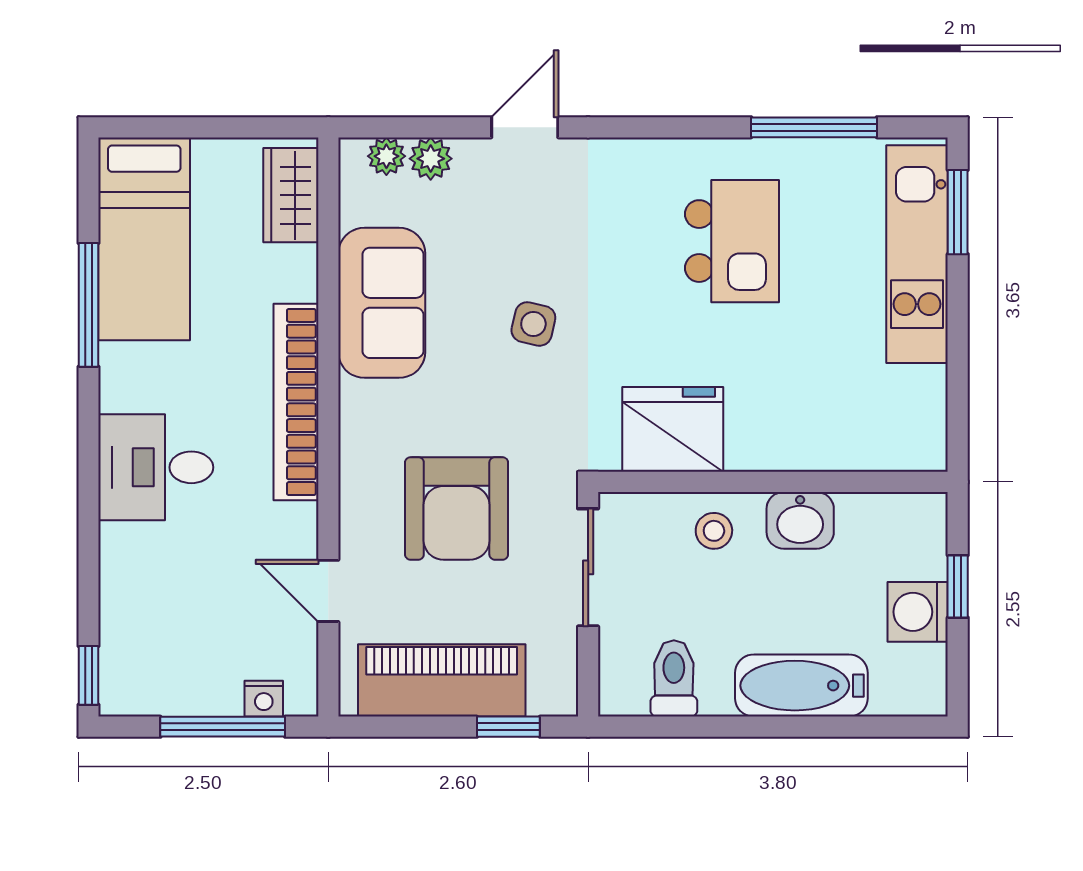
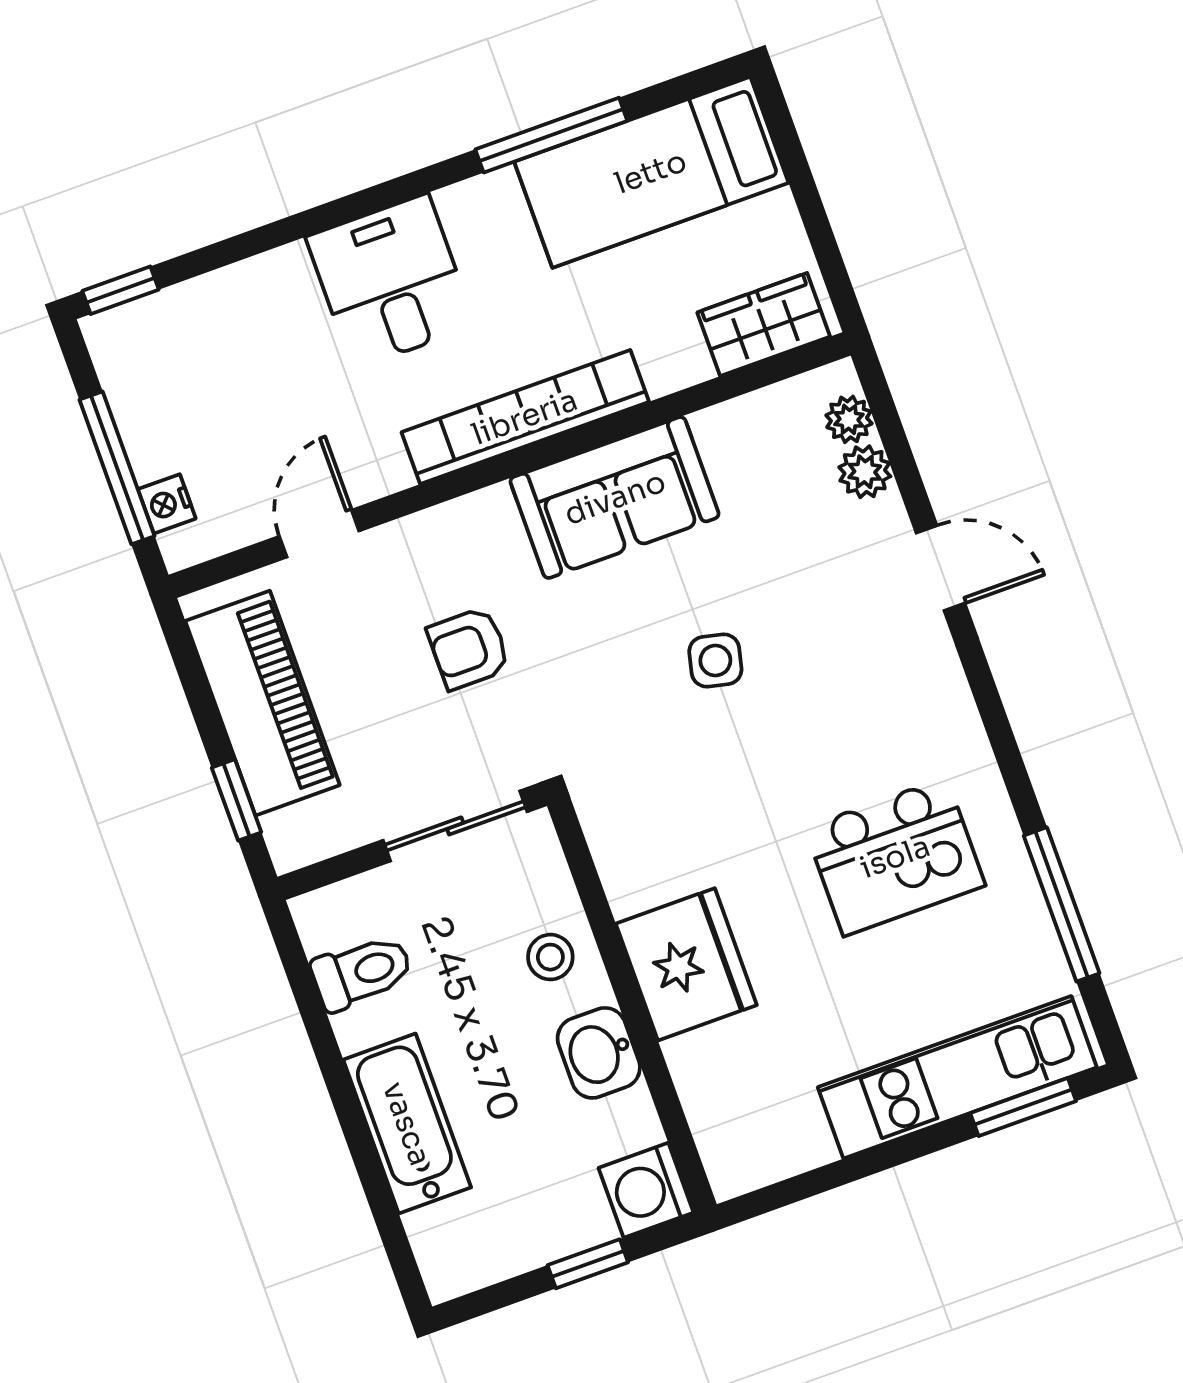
sofa: (382, 303) -> (615, 498), moved
fridge: (673, 429) -> (686, 964), moved
armchair: (457, 508) -> (469, 648), width x0.53, depth x0.53
washing machine: (918, 612) -> (646, 1190), moved, turned -90

